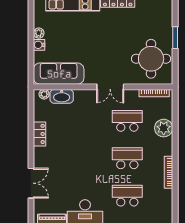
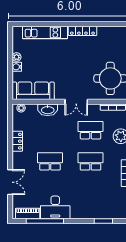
washbasin: (62, 96) -> (48, 110), moved
school desk: (127, 196) -> (50, 161), moved

